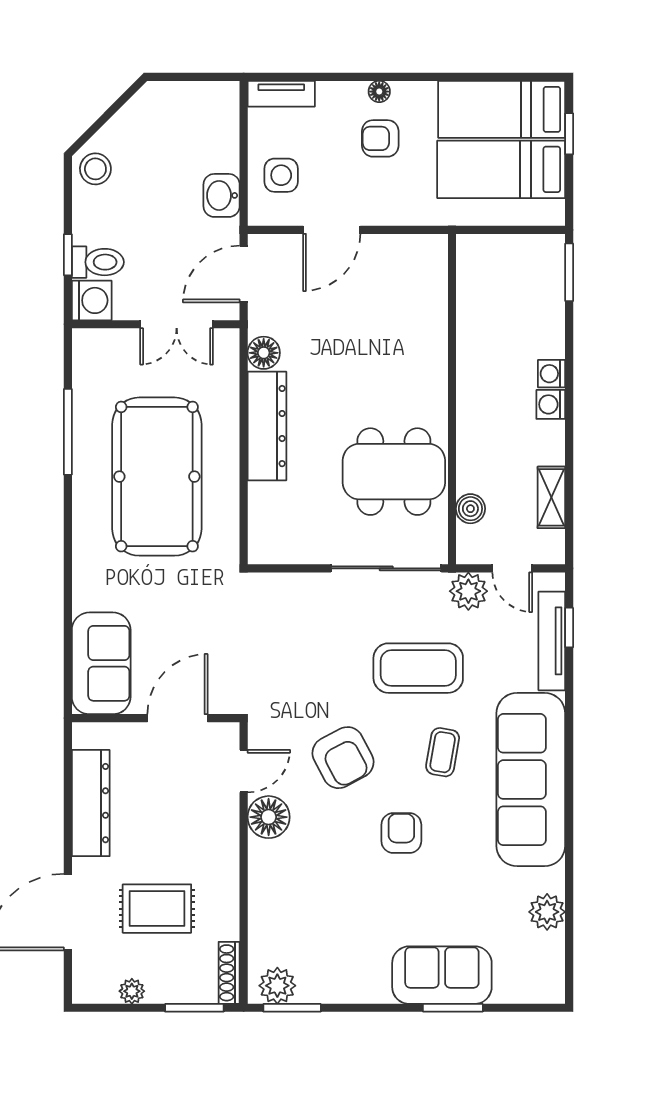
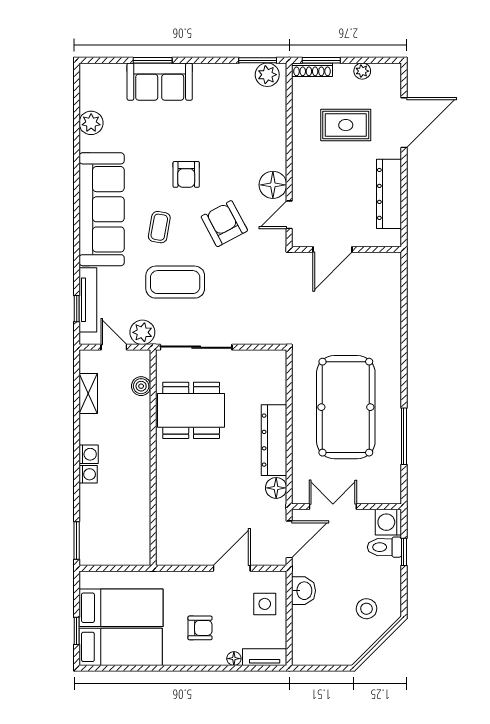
floor lamp: (379, 92) -> (234, 659), moved
stool: (95, 169) -> (367, 609), moved
sofa: (101, 663) -> (382, 285), removed
shoe rack: (229, 973) -> (312, 70), moved, turned 90

